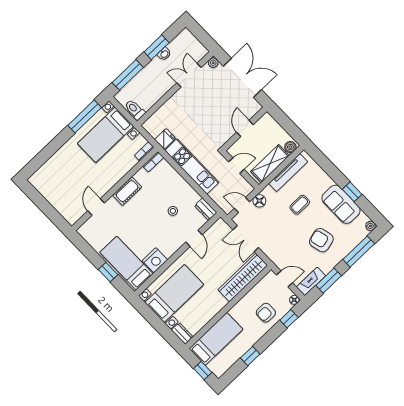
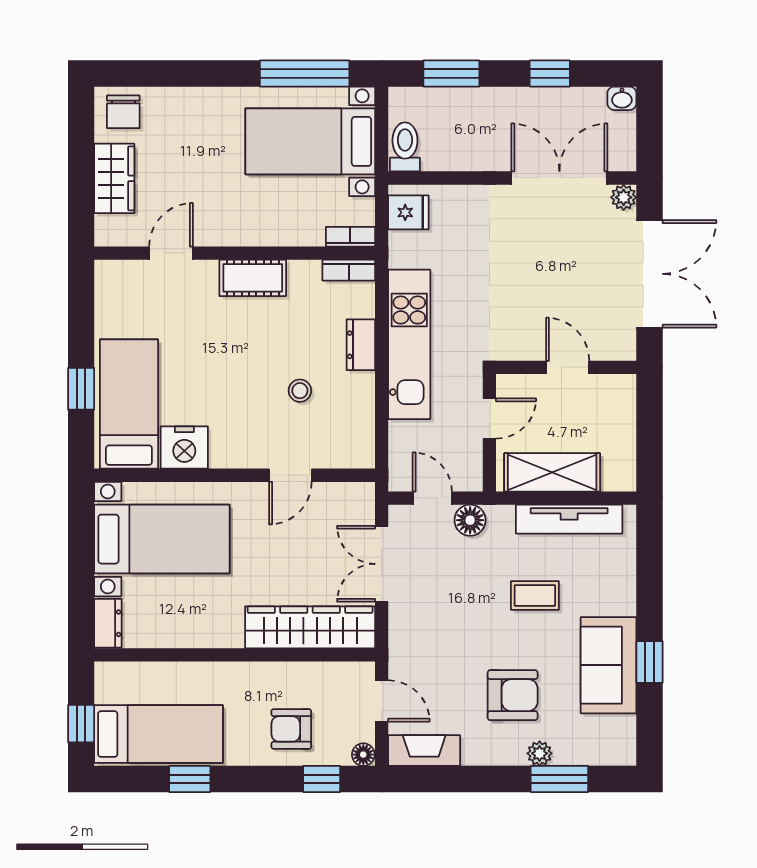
window: (157, 47) -> (550, 73), width x0.67
washbasin: (164, 54) -> (622, 98), moved
window: (128, 75) -> (451, 73), width x0.69
double door: (189, 75) -> (559, 178), width x1.37
door: (245, 128) -> (568, 367), hinge flipped
fridge: (165, 139) -> (408, 212), moved
boiler: (290, 147) -> (616, 478), removed
door: (236, 166) -> (489, 419), hinge flipped
chair: (42, 179) -> (123, 112), added
wardrobe: (58, 201) -> (114, 178), added
dresser: (206, 209) -> (361, 345), moved
plant: (370, 226) -> (540, 753), moved
armchair: (321, 240) -> (513, 695), turned 104
window: (359, 252) -> (559, 779), width x0.69
window: (329, 281) -> (457, 779), removed
bed: (216, 339) -> (159, 734), moved

